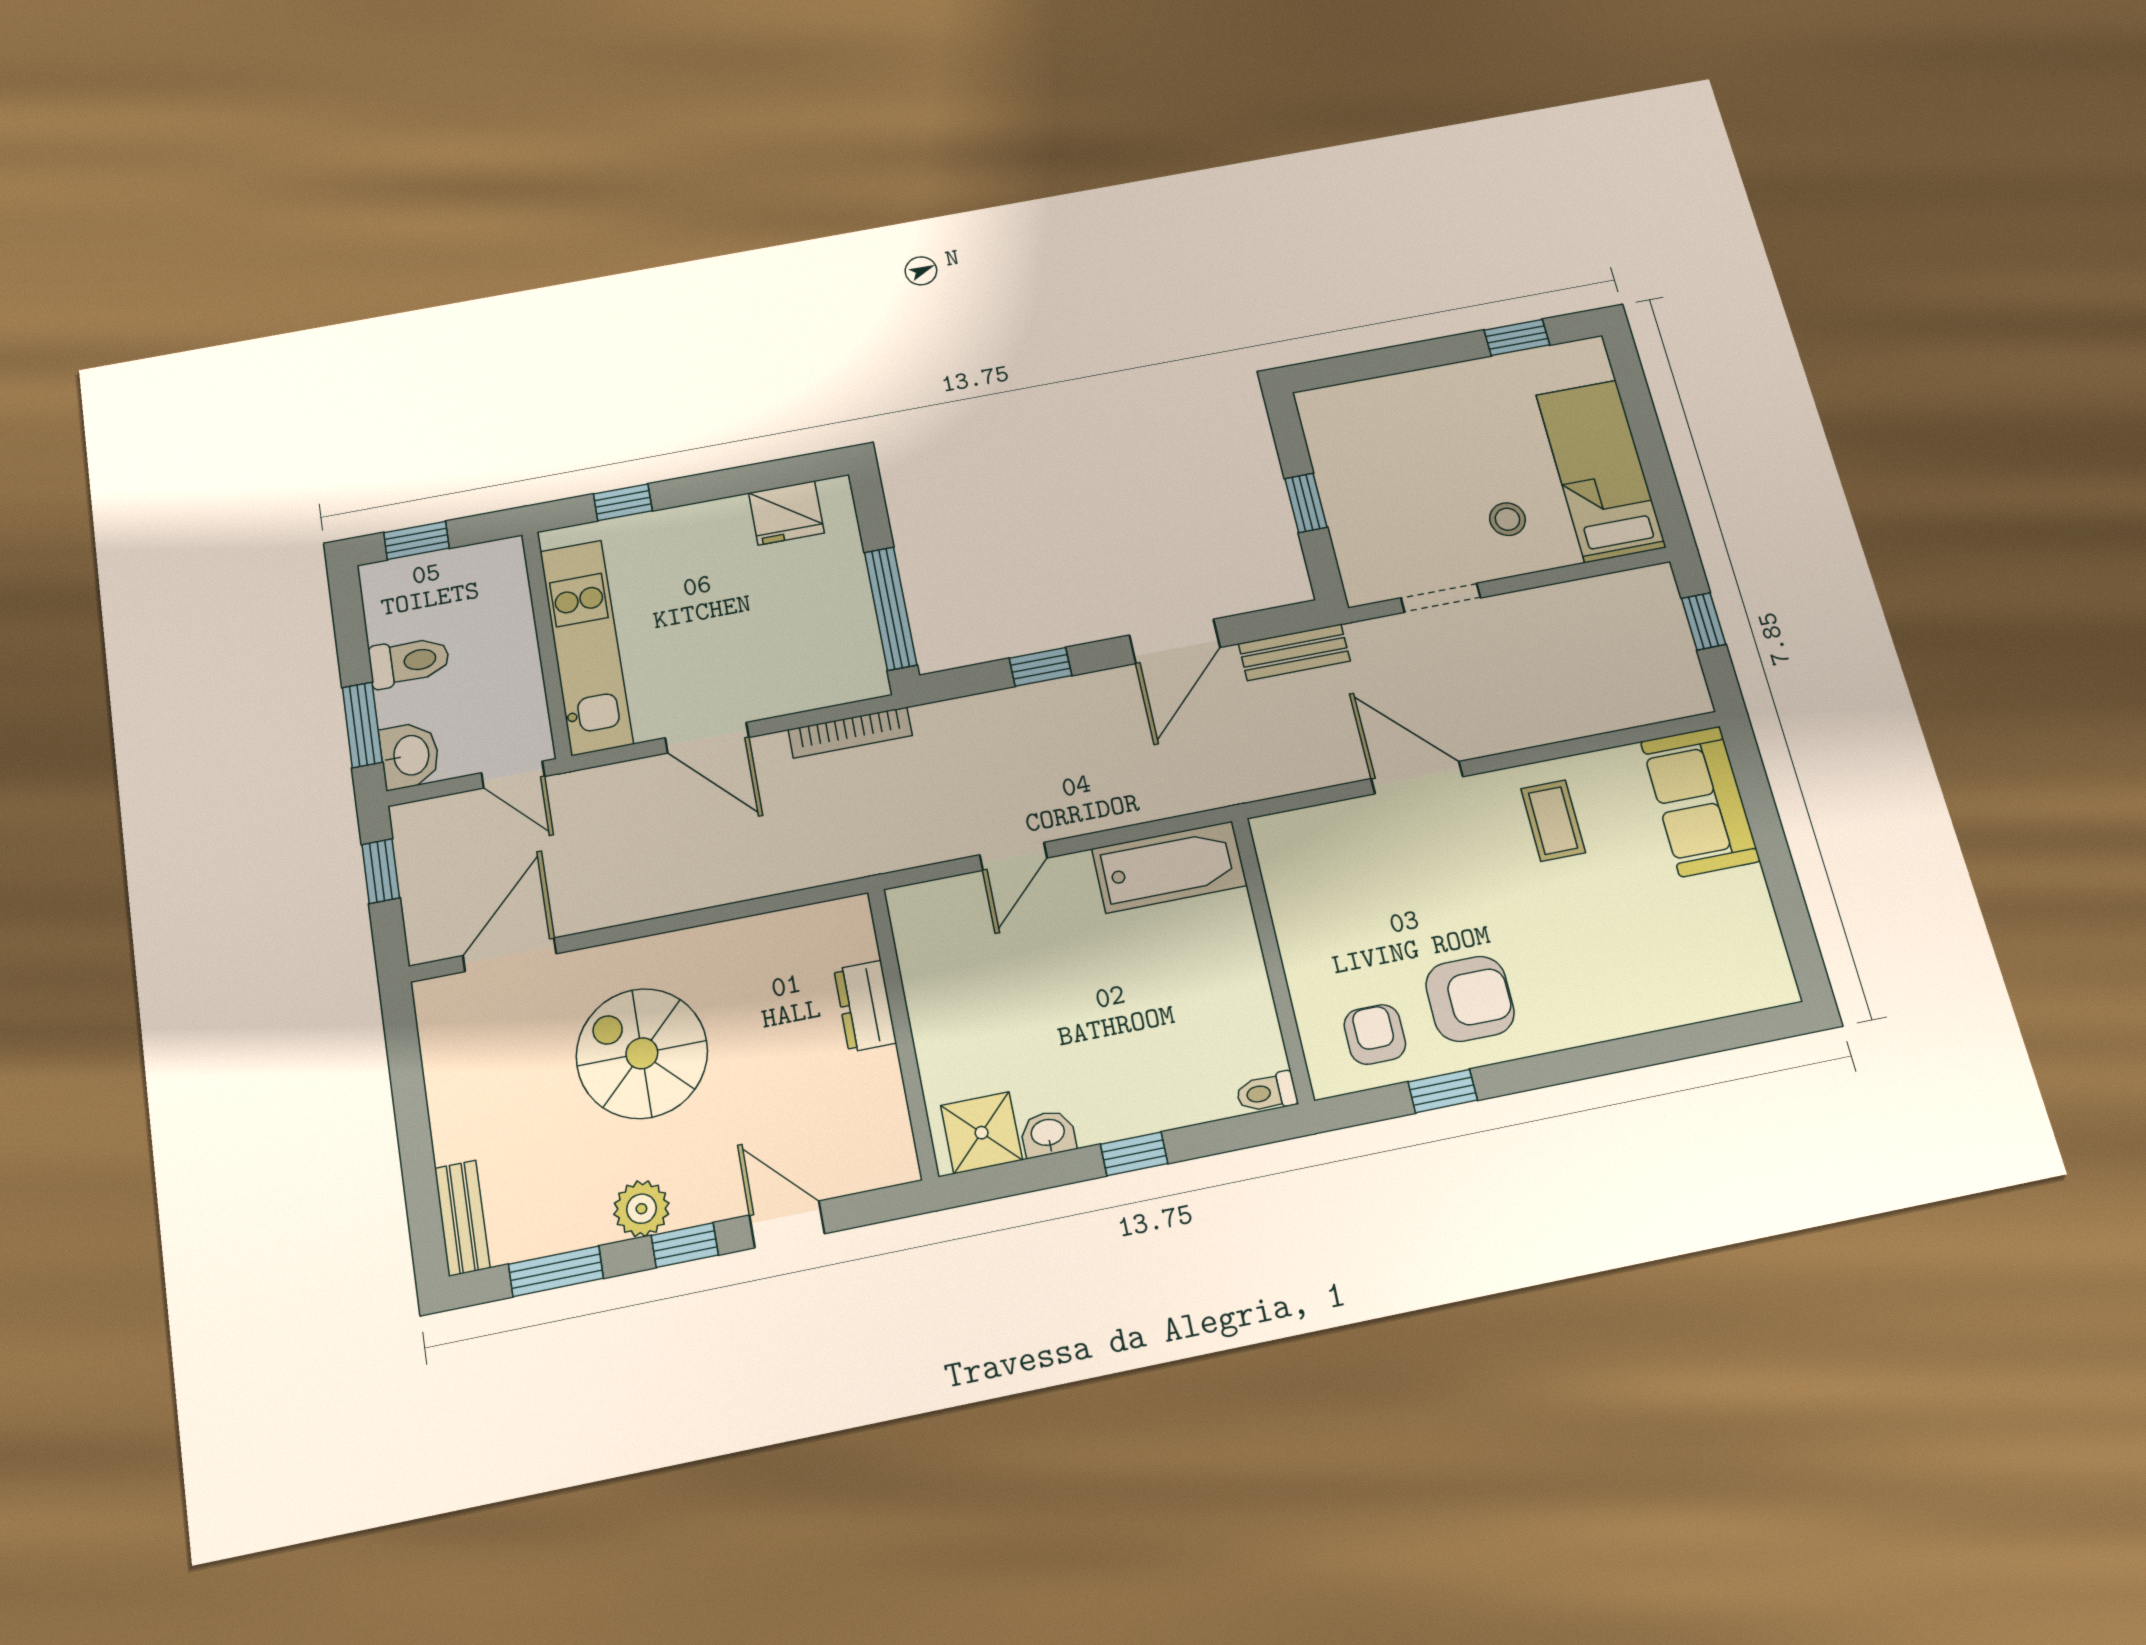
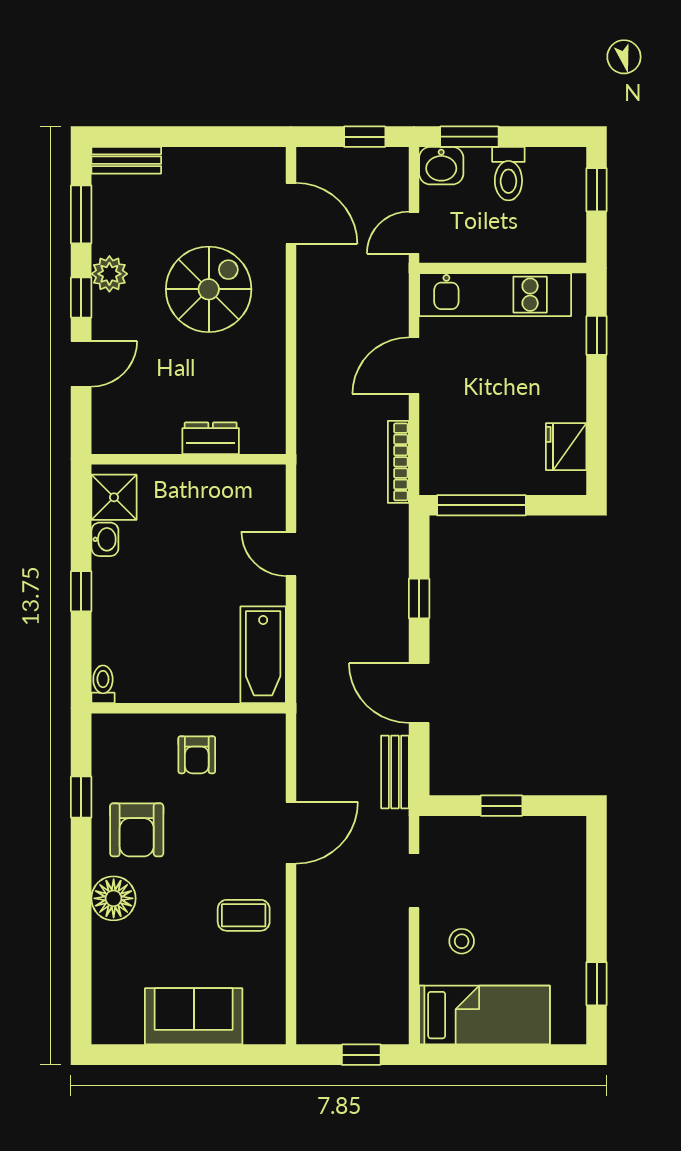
sofa: (1700, 801) -> (194, 1016), moved
floor lamp: (1580, 1013) -> (114, 898), added
armchair: (1375, 1034) -> (197, 755), moved, turned 90

